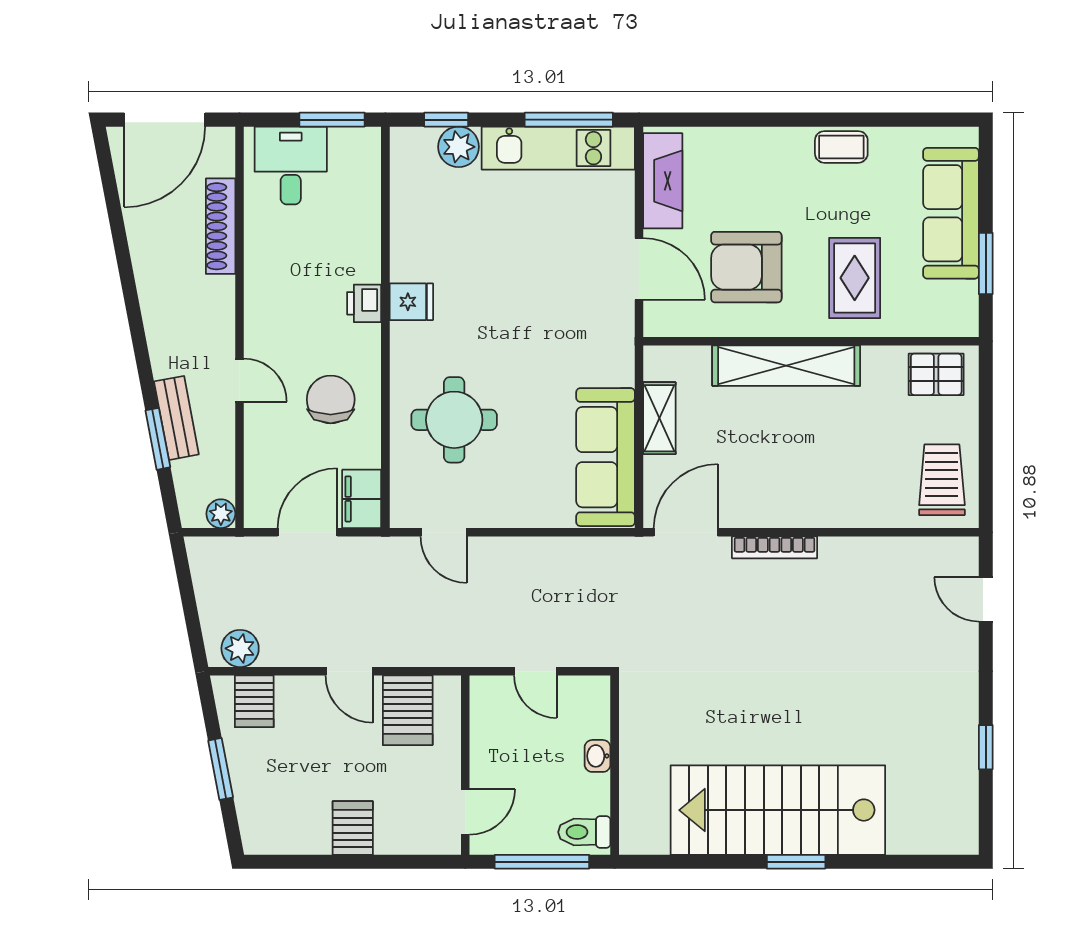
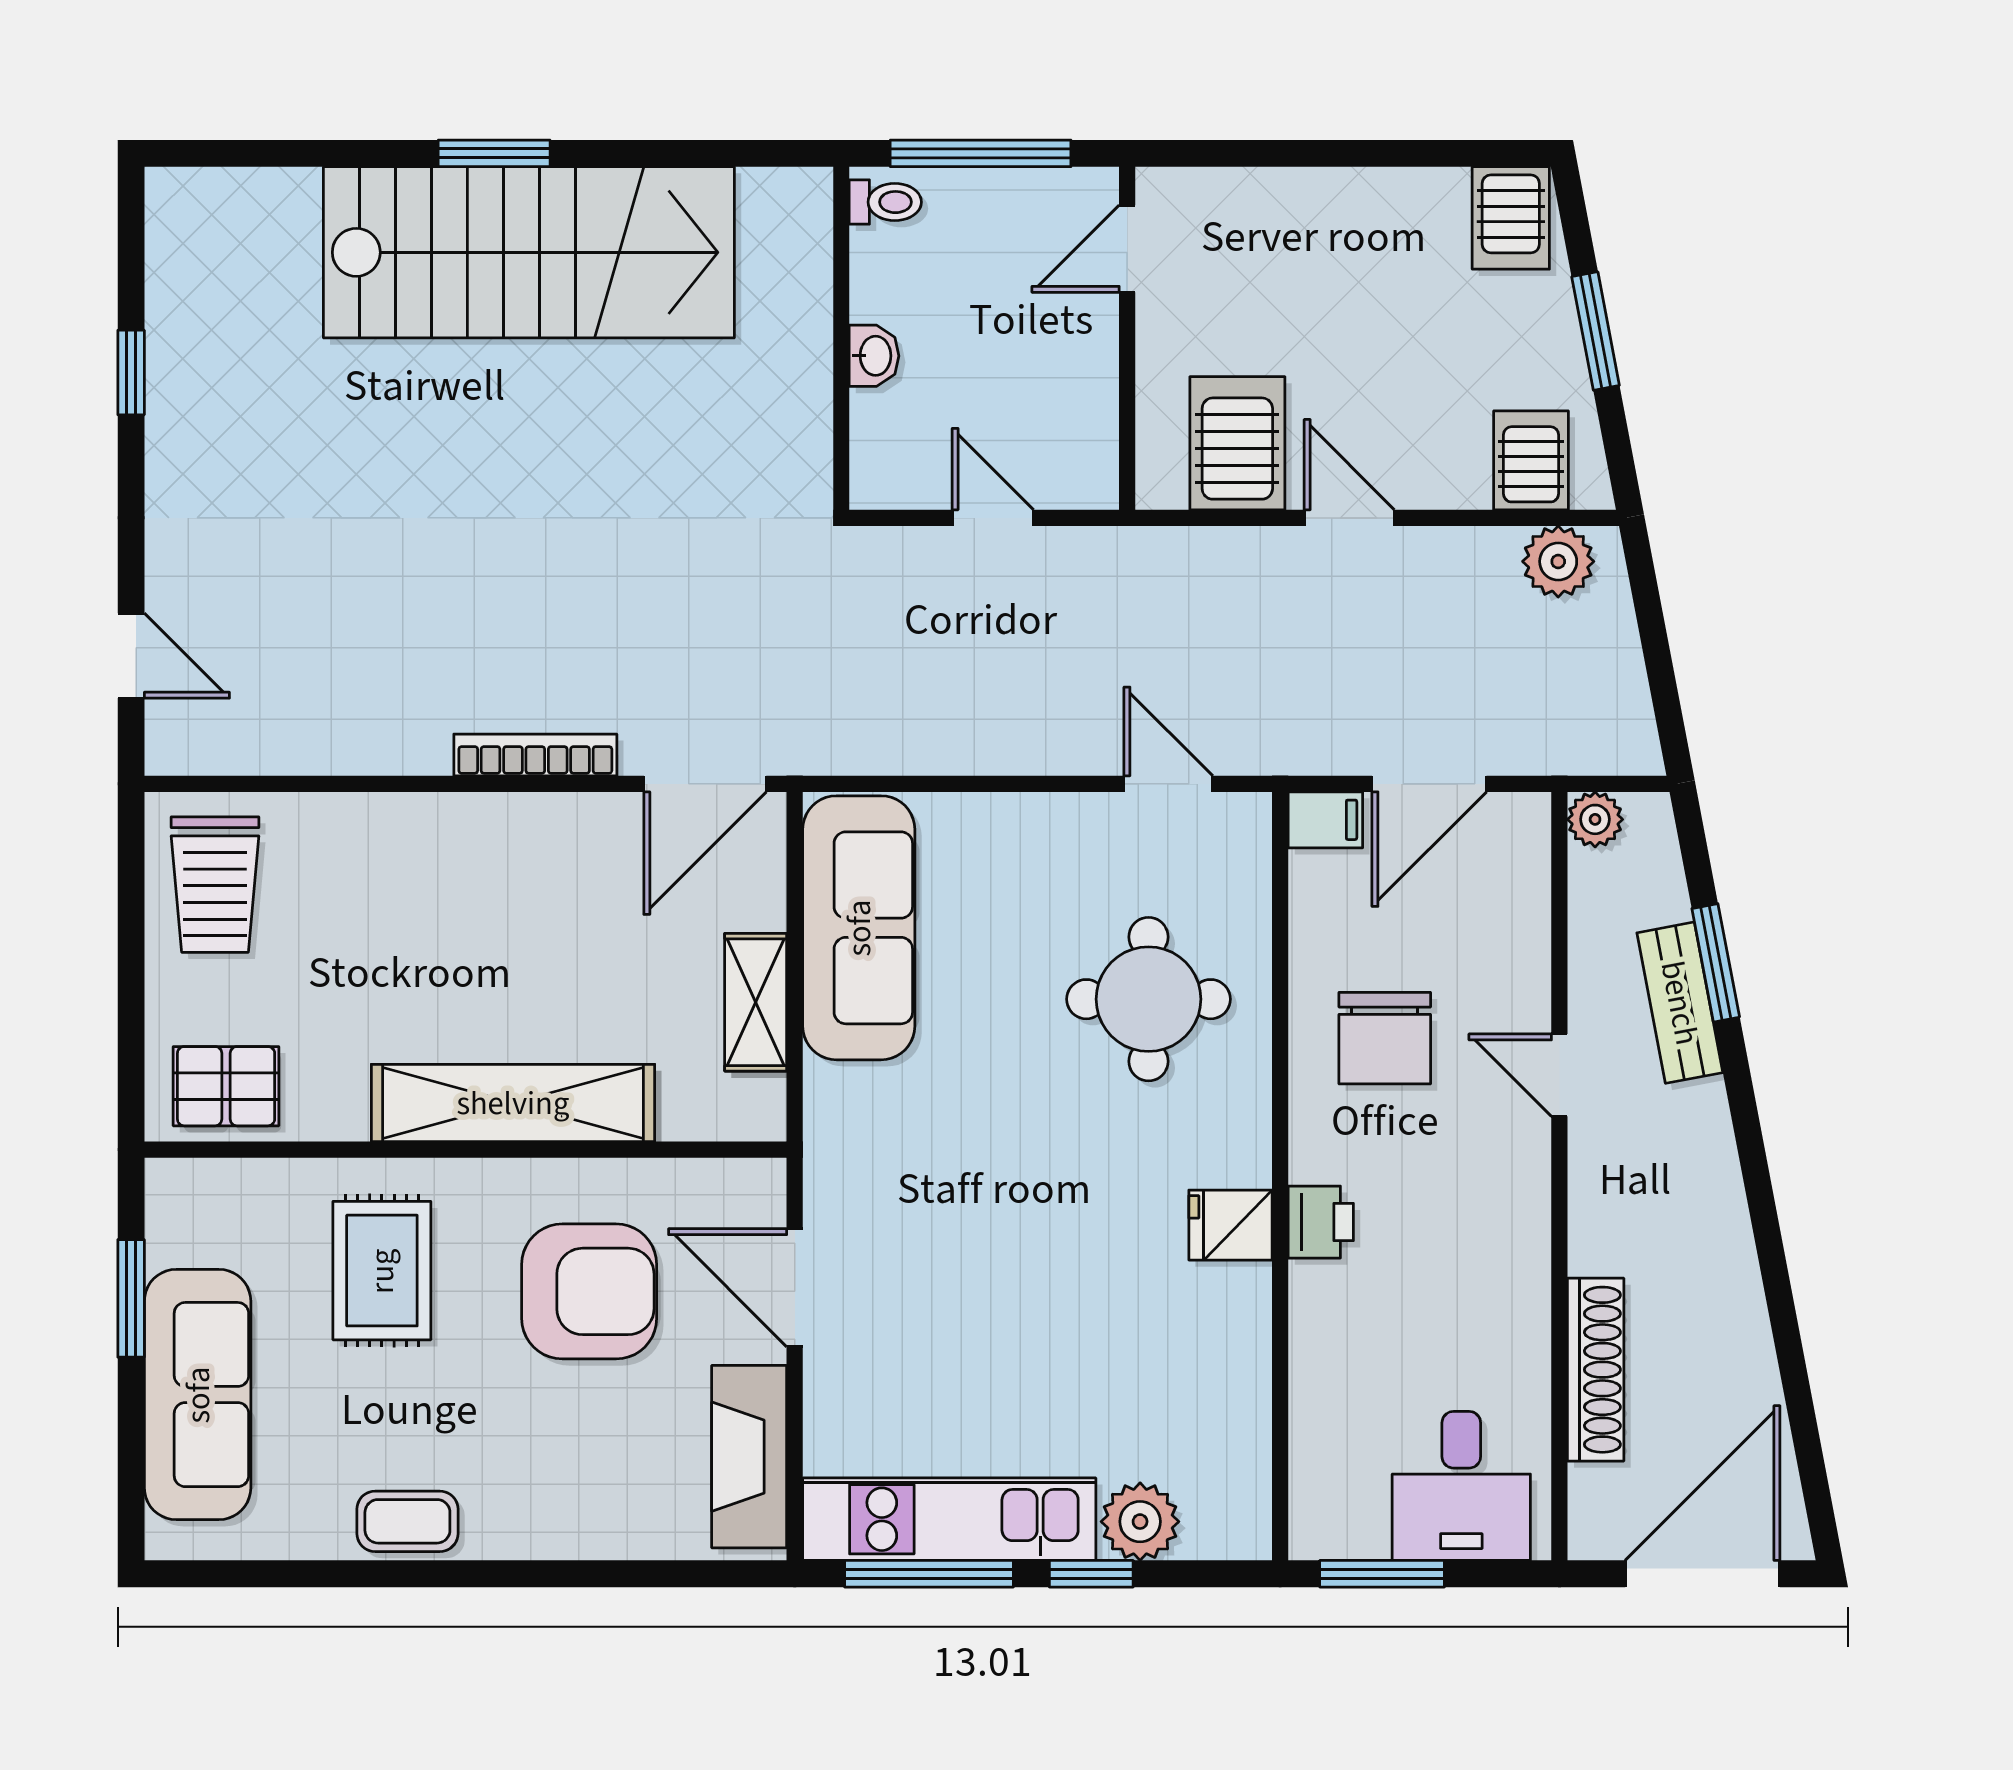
window: (446, 120) -> (1091, 1574), moved
filing cabinet: (362, 499) -> (1325, 820), width x0.50
server rack: (353, 828) -> (1511, 218), moved
toilet: (584, 832) -> (885, 202), width x0.73, depth x0.72

